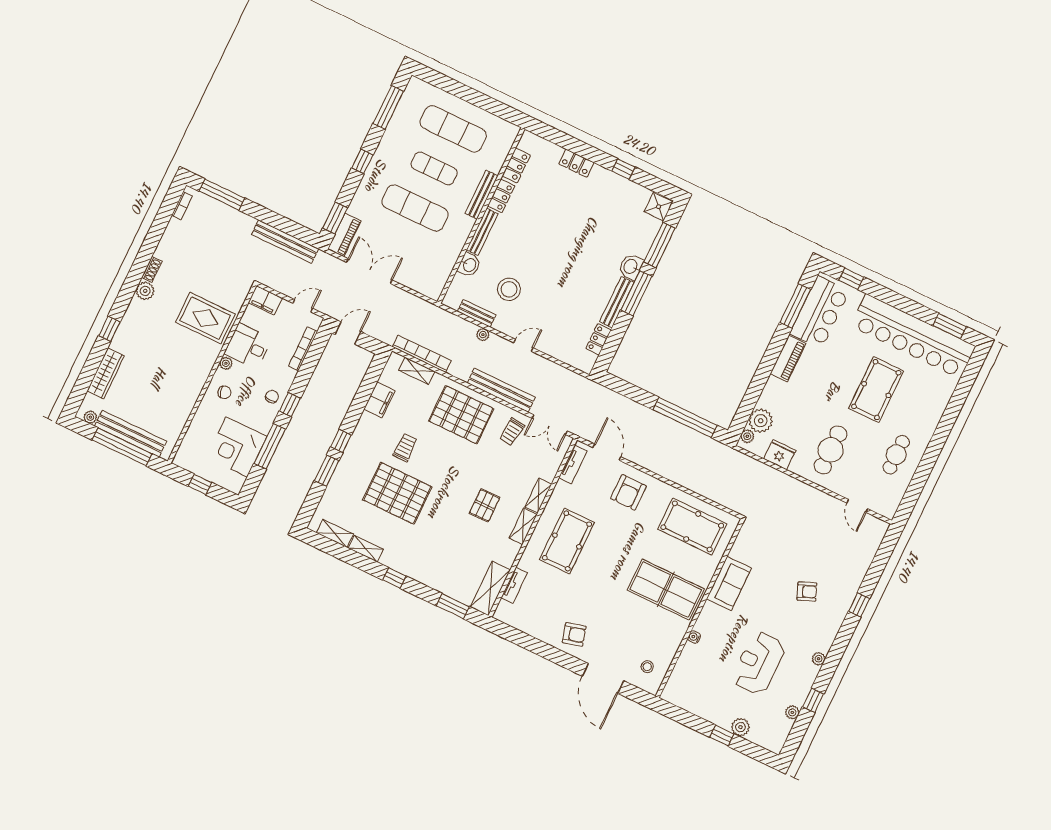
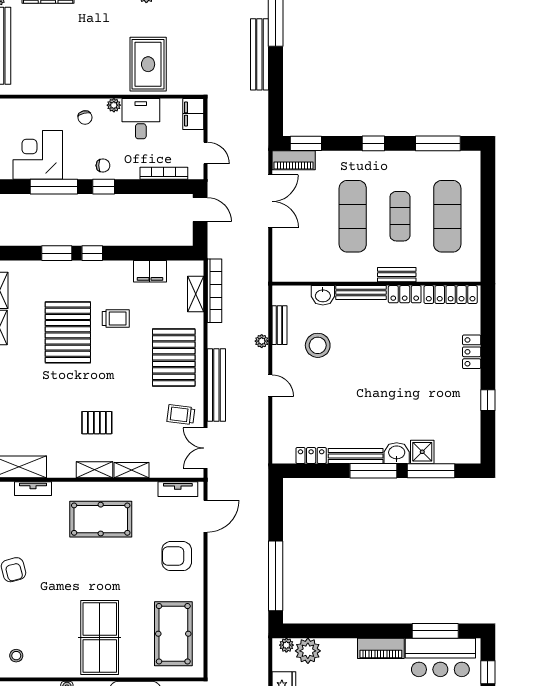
locker: (516, 165) -> (451, 295), width x1.53
bench: (482, 195) -> (397, 275), width x0.73
shower: (659, 207) -> (422, 452), moved
bench: (285, 242) -> (259, 54), moved

